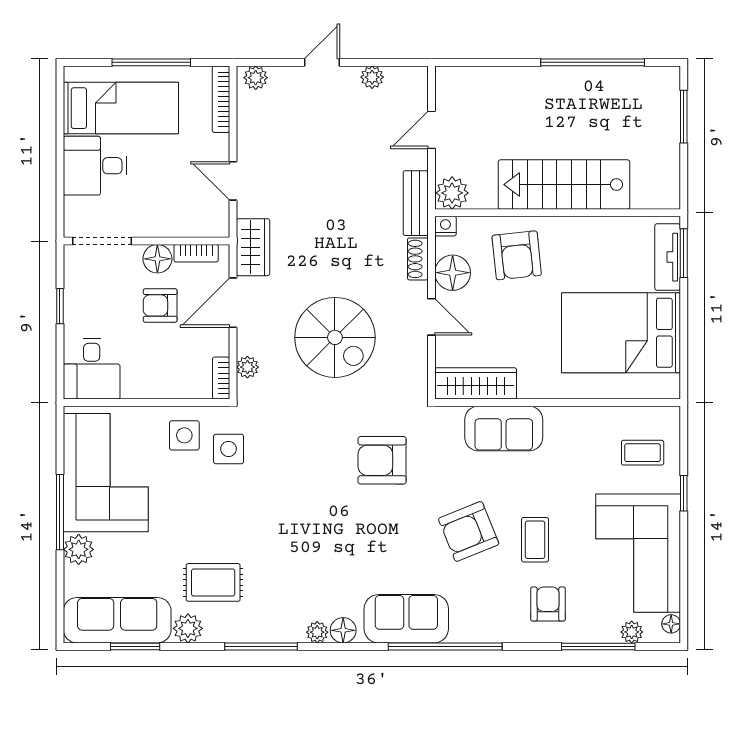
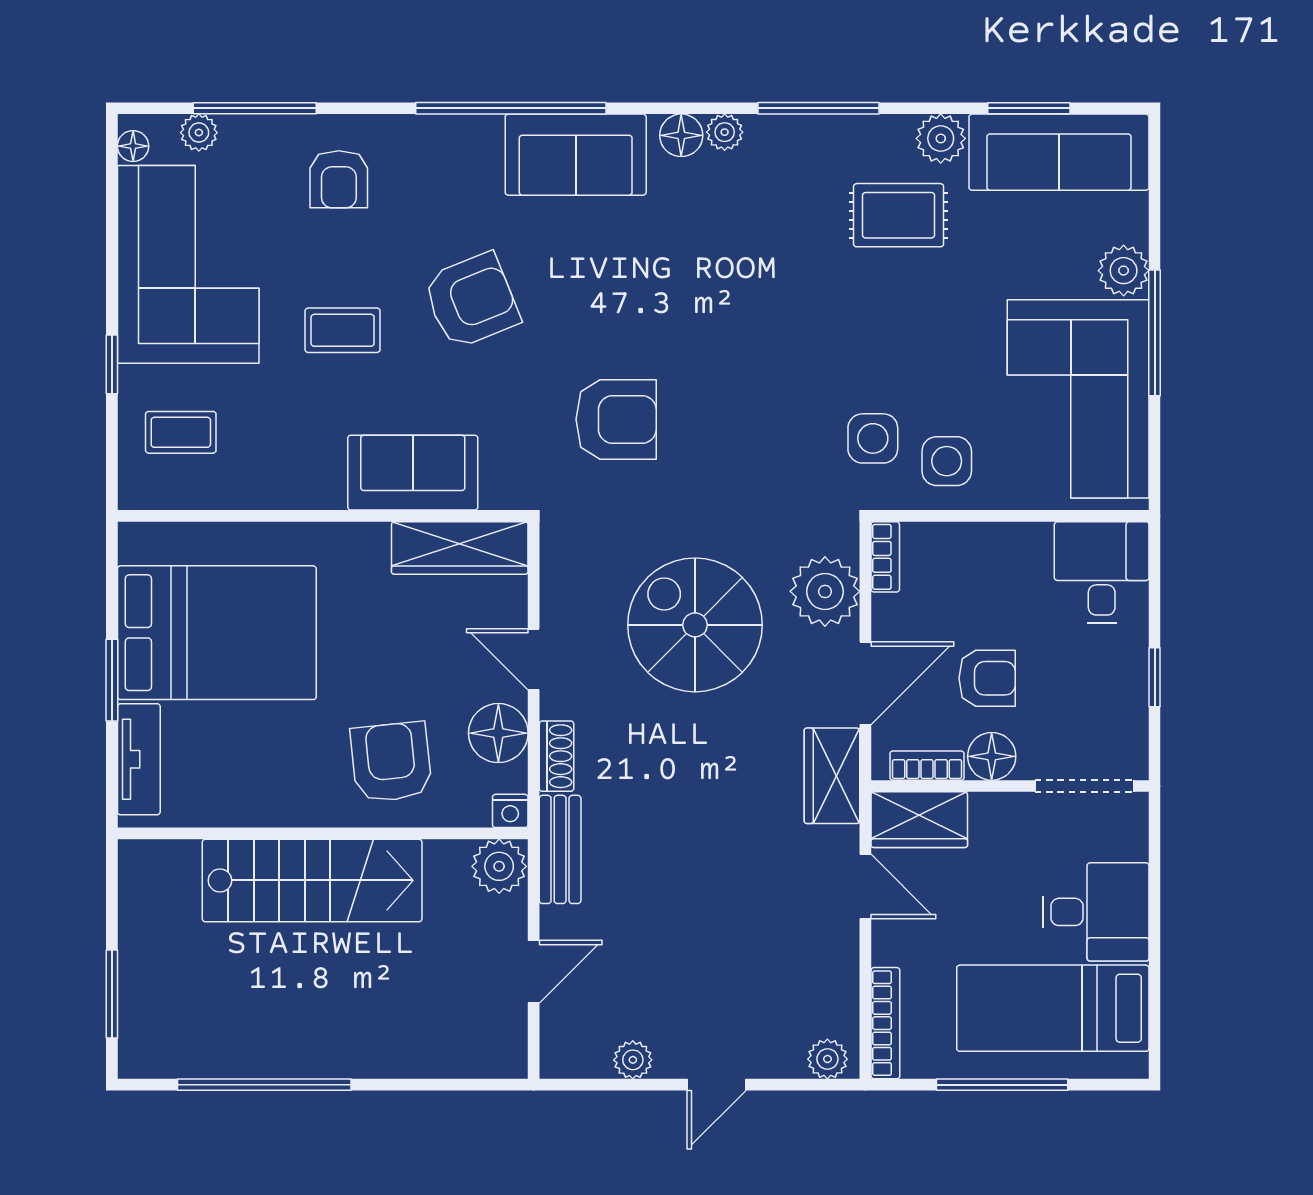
wardrobe: (201, 221) -> (919, 820), added
window: (684, 253) -> (112, 680), moved
plant: (247, 367) -> (825, 591), width x1.88, depth x1.88
coffee table: (535, 540) -> (343, 330), moved, turned 90

